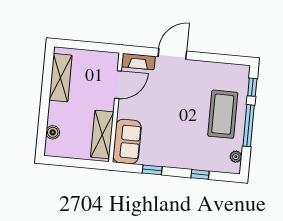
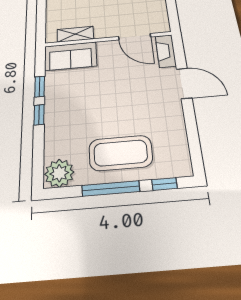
shelving: (102, 135) -> (75, 34), width x0.67, depth x0.75
plant: (236, 157) -> (59, 173), width x1.88, depth x1.88
window: (200, 174) -> (39, 115), moved

